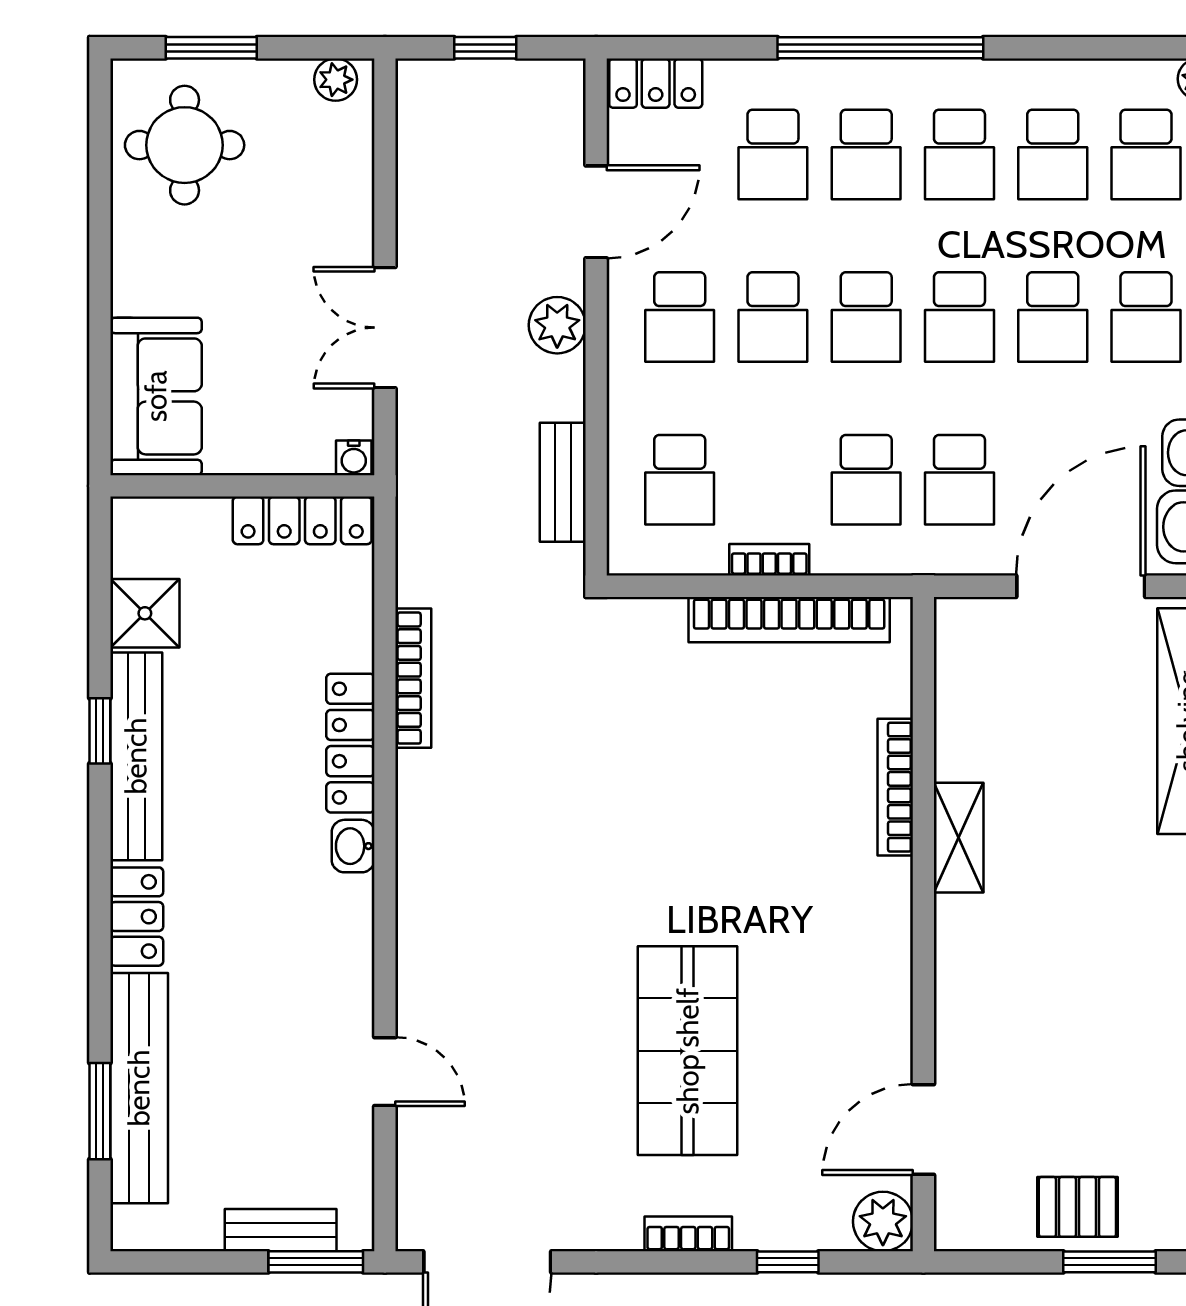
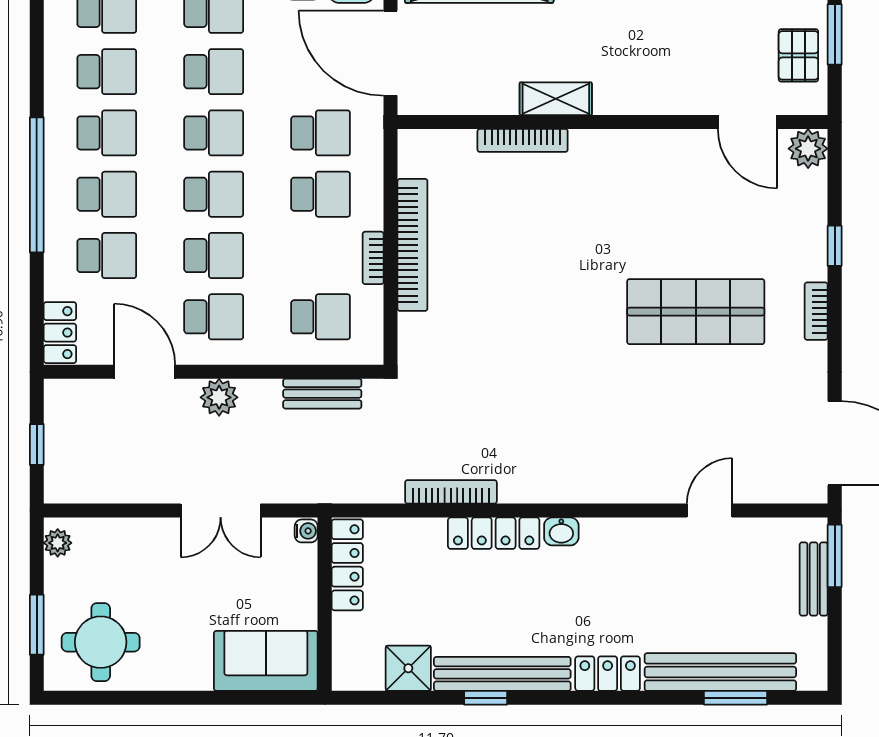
bookcase: (895, 787) -> (523, 140), moved
shelving: (959, 838) -> (556, 99), moved
wall: (923, 924) -> (613, 122), moved
door: (923, 1130) -> (748, 122), moved
plant: (883, 1221) -> (808, 149), moved

